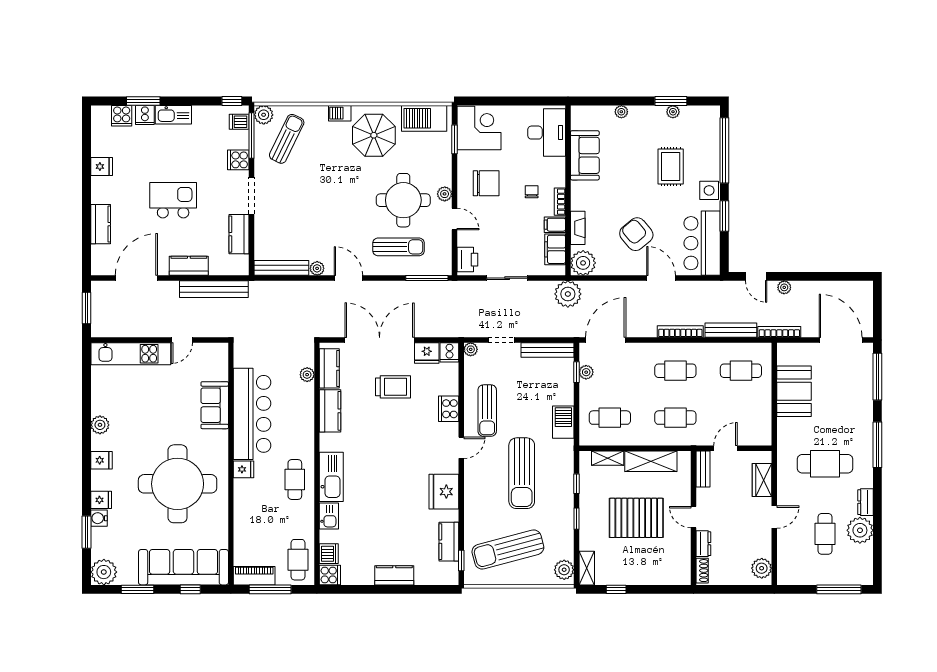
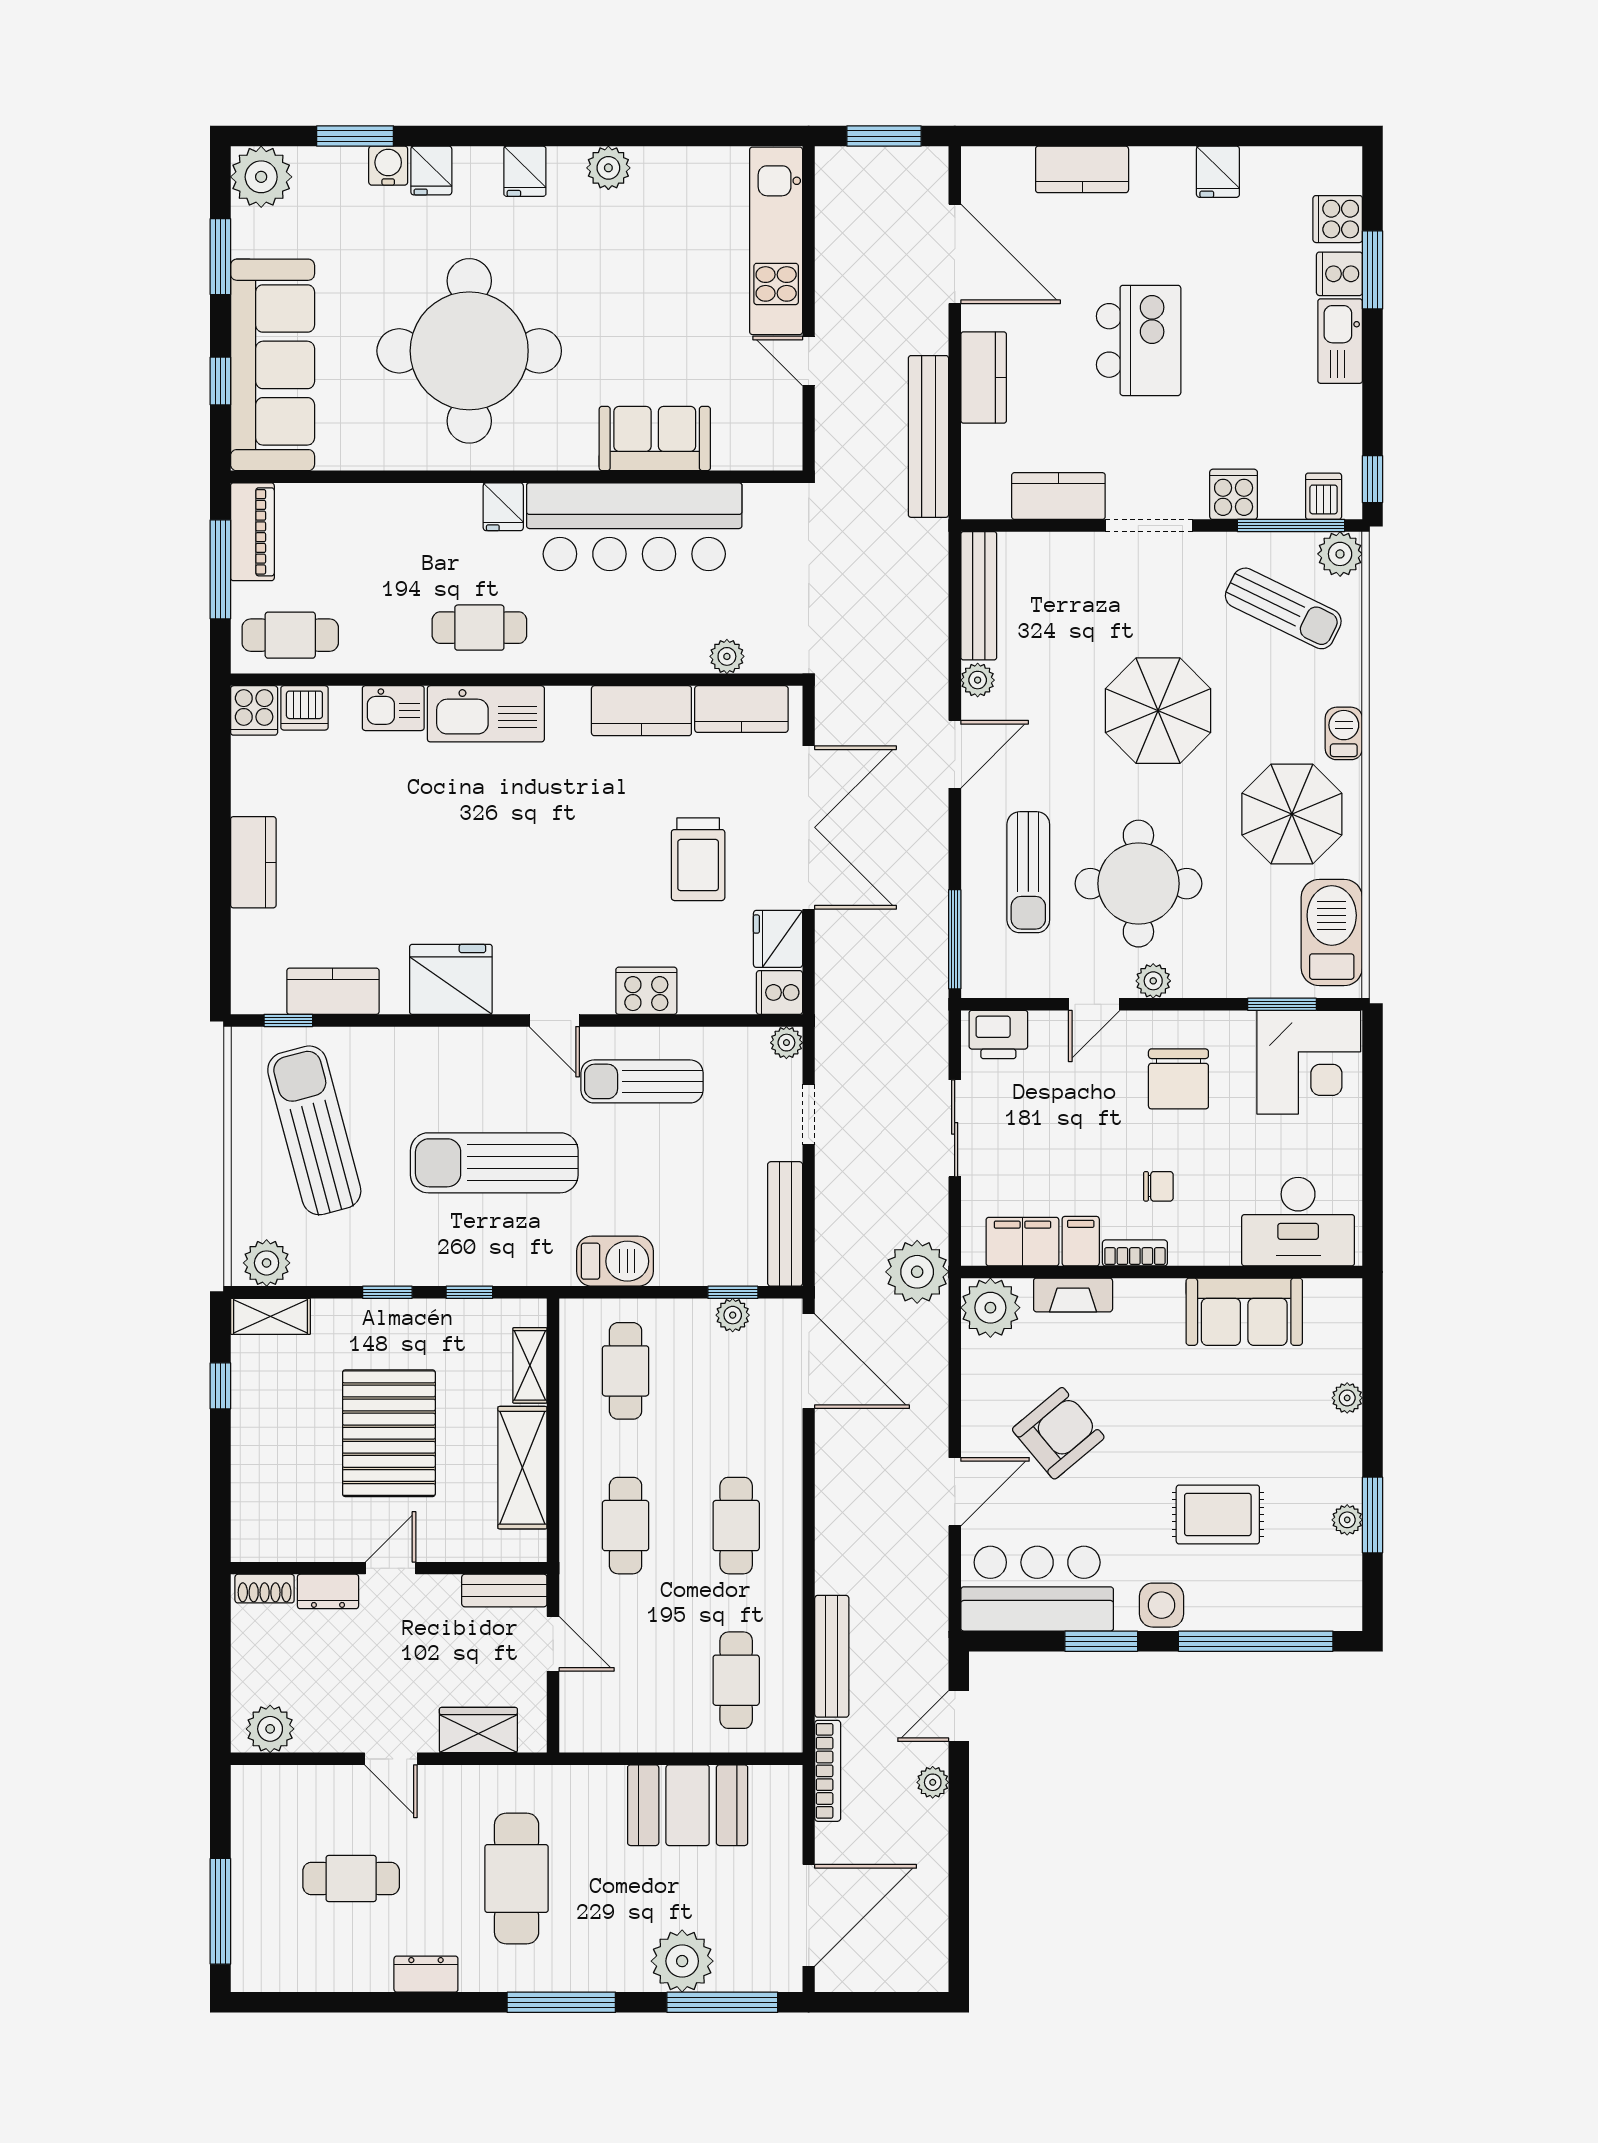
parasol: (330, 192) -> (1158, 711), added
bookcase: (680, 332) -> (829, 1537), removed
plant: (860, 530) -> (682, 1961), moved

